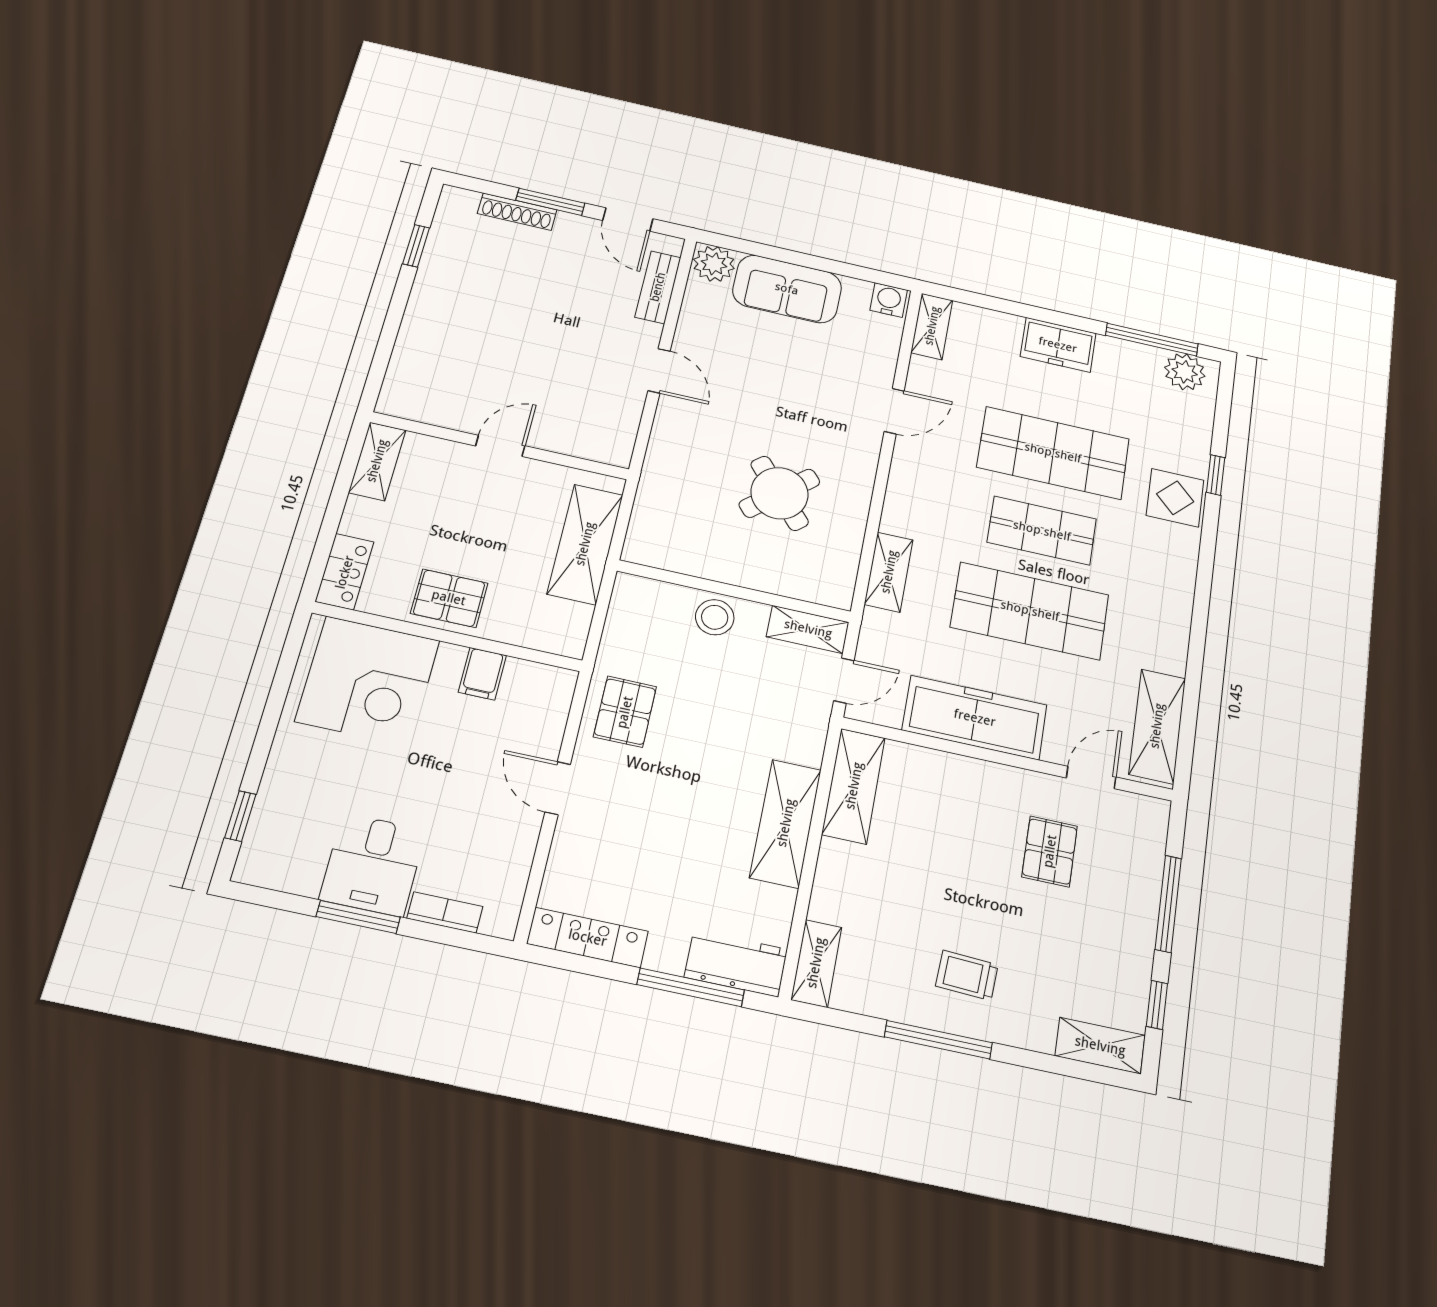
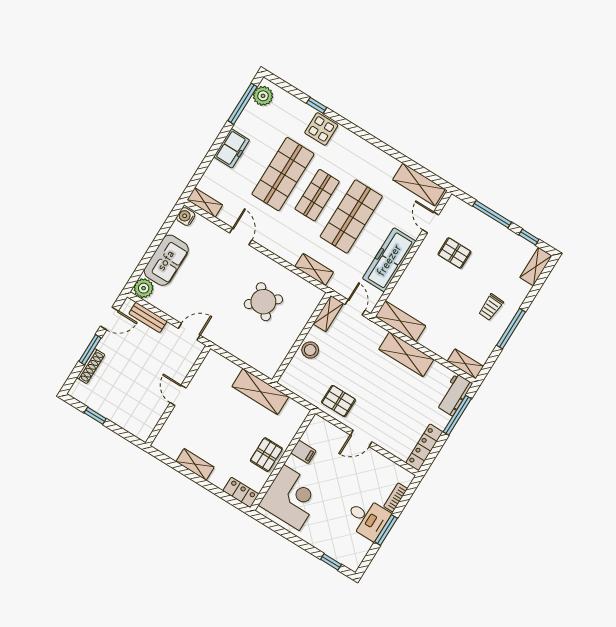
door: (500, 446) -> (178, 395), moved
wall: (500, 446) -> (178, 395), moved

